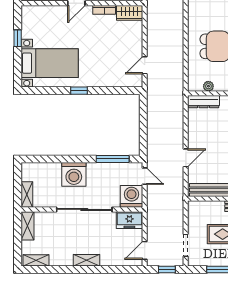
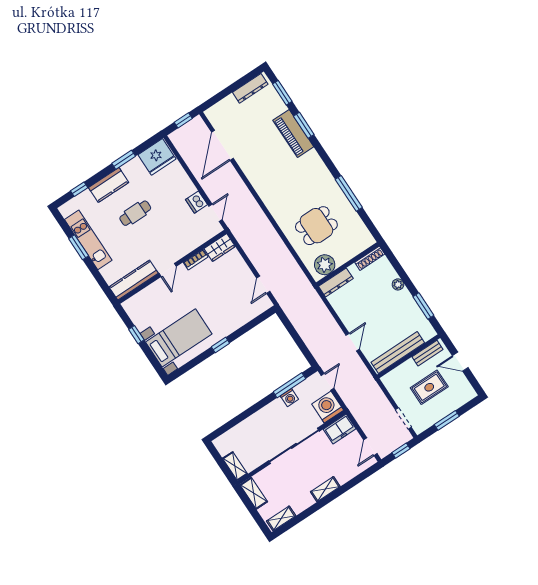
plant: (208, 86) -> (325, 265), width x1.87, depth x1.87
washing machine: (74, 174) -> (289, 398), moved, width x0.53, depth x0.53
door: (145, 176) -> (327, 382), hinge flipped

